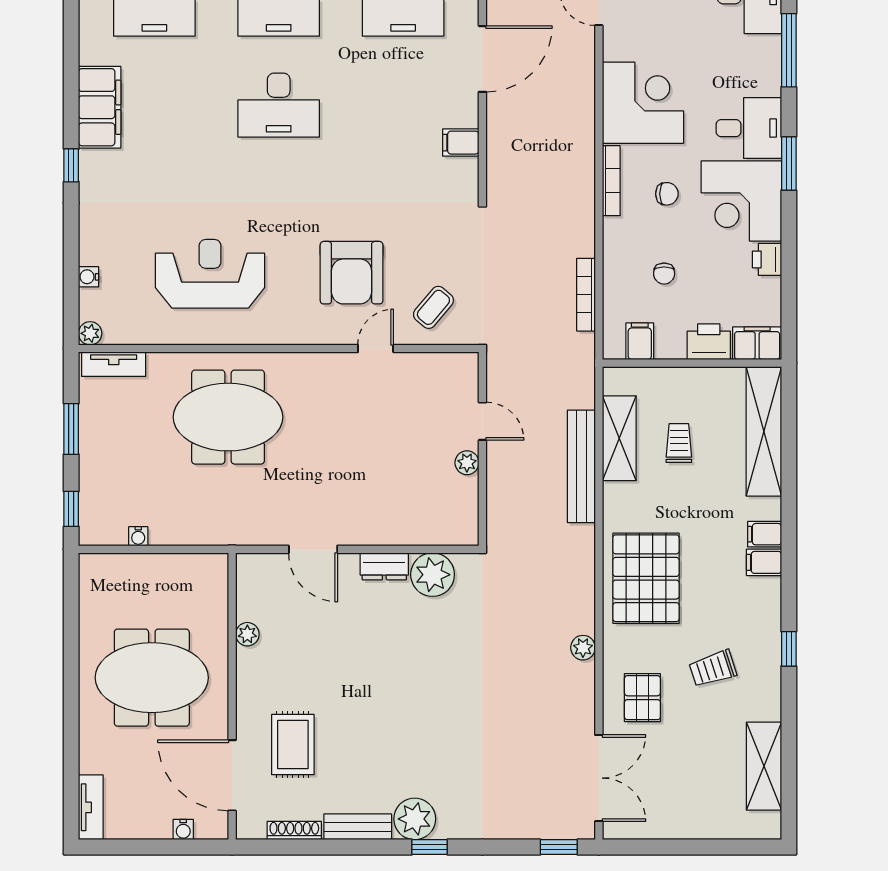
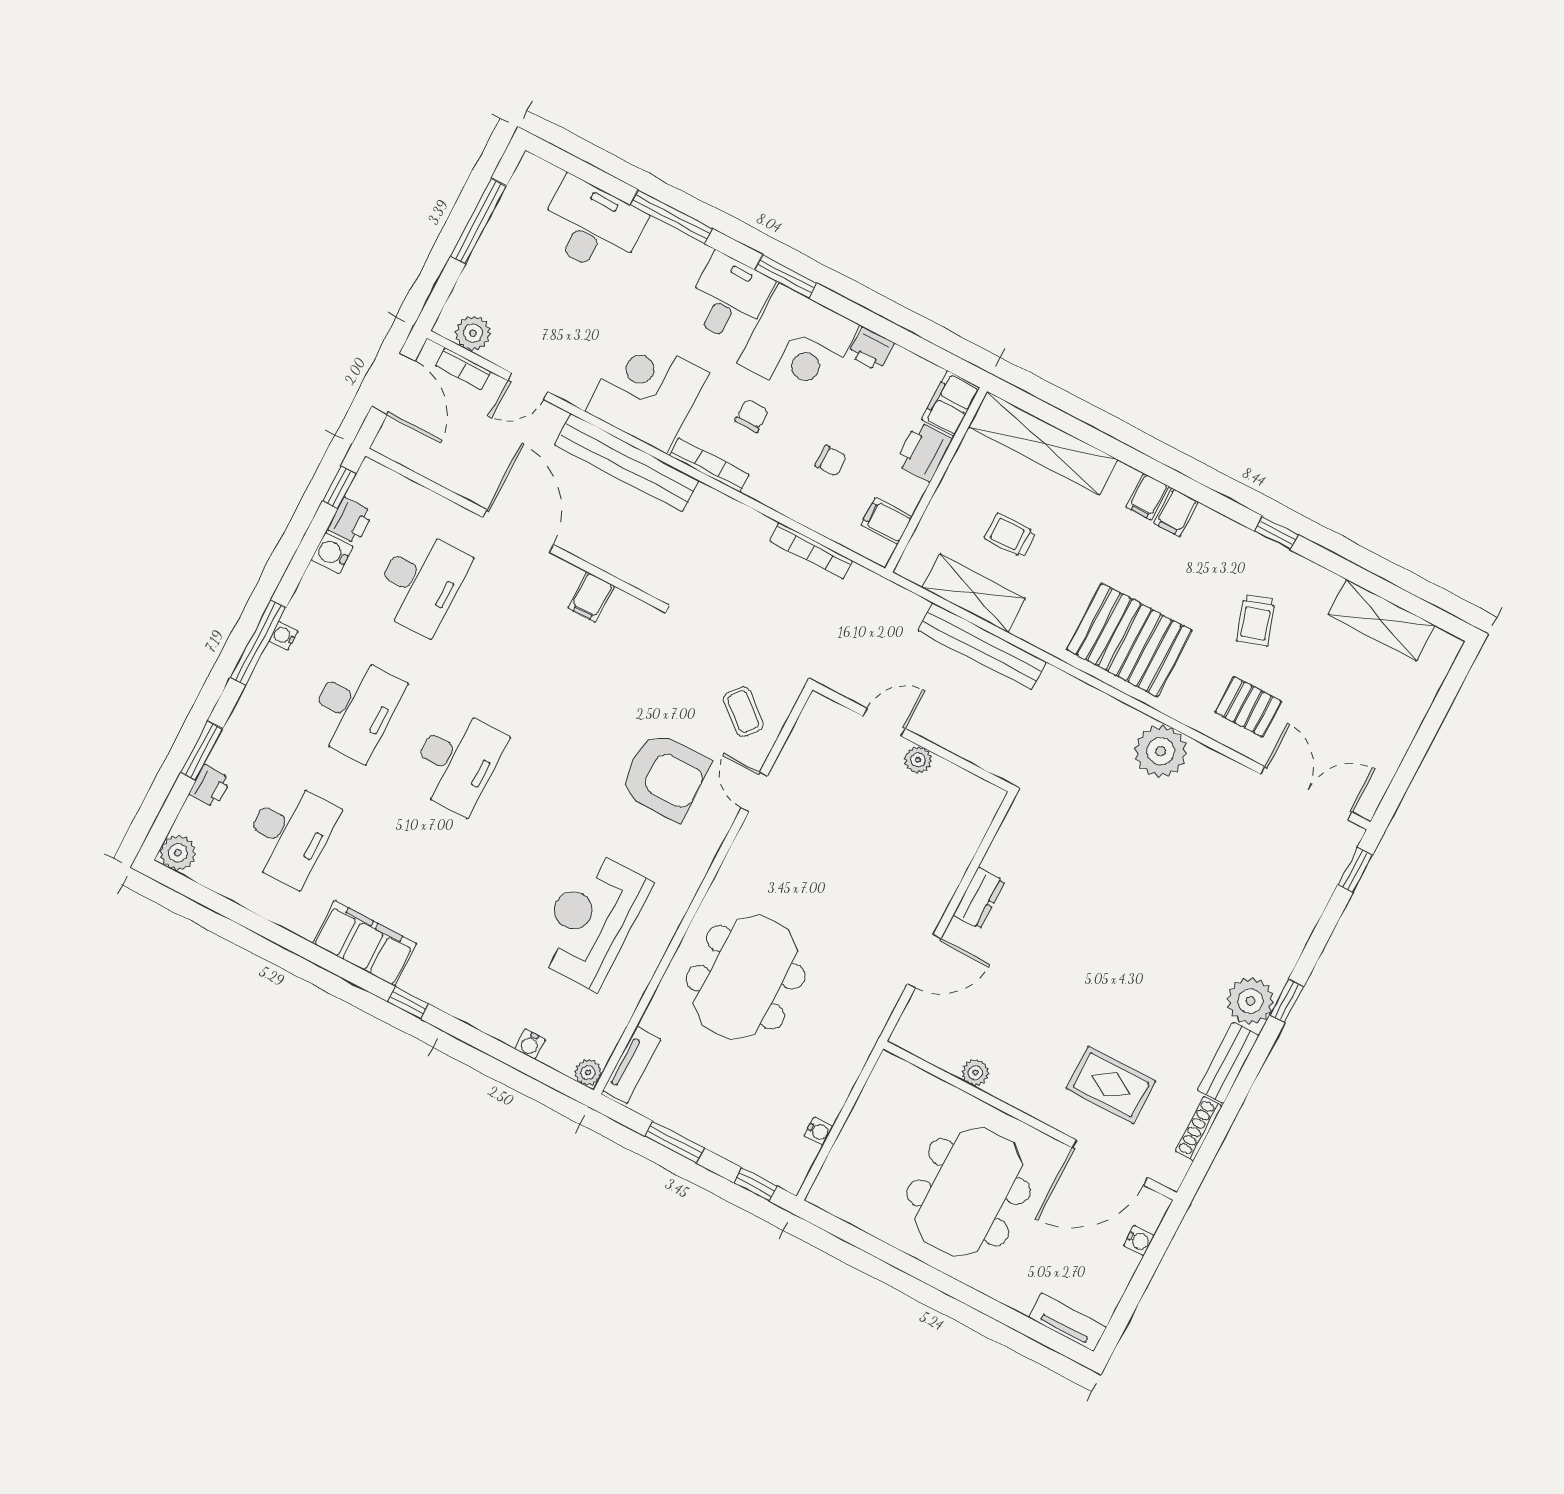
bench: (580, 116) -> (627, 463), added
plant: (433, 575) -> (1013, 854), removed
plant: (583, 648) -> (1161, 751), width x1.88, depth x1.88

